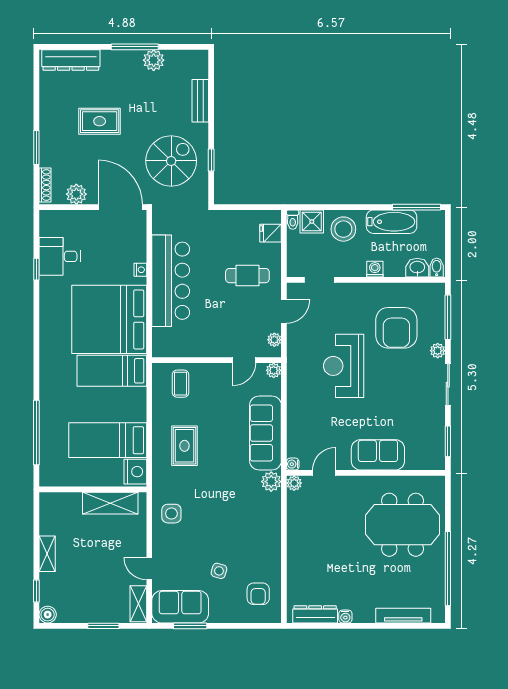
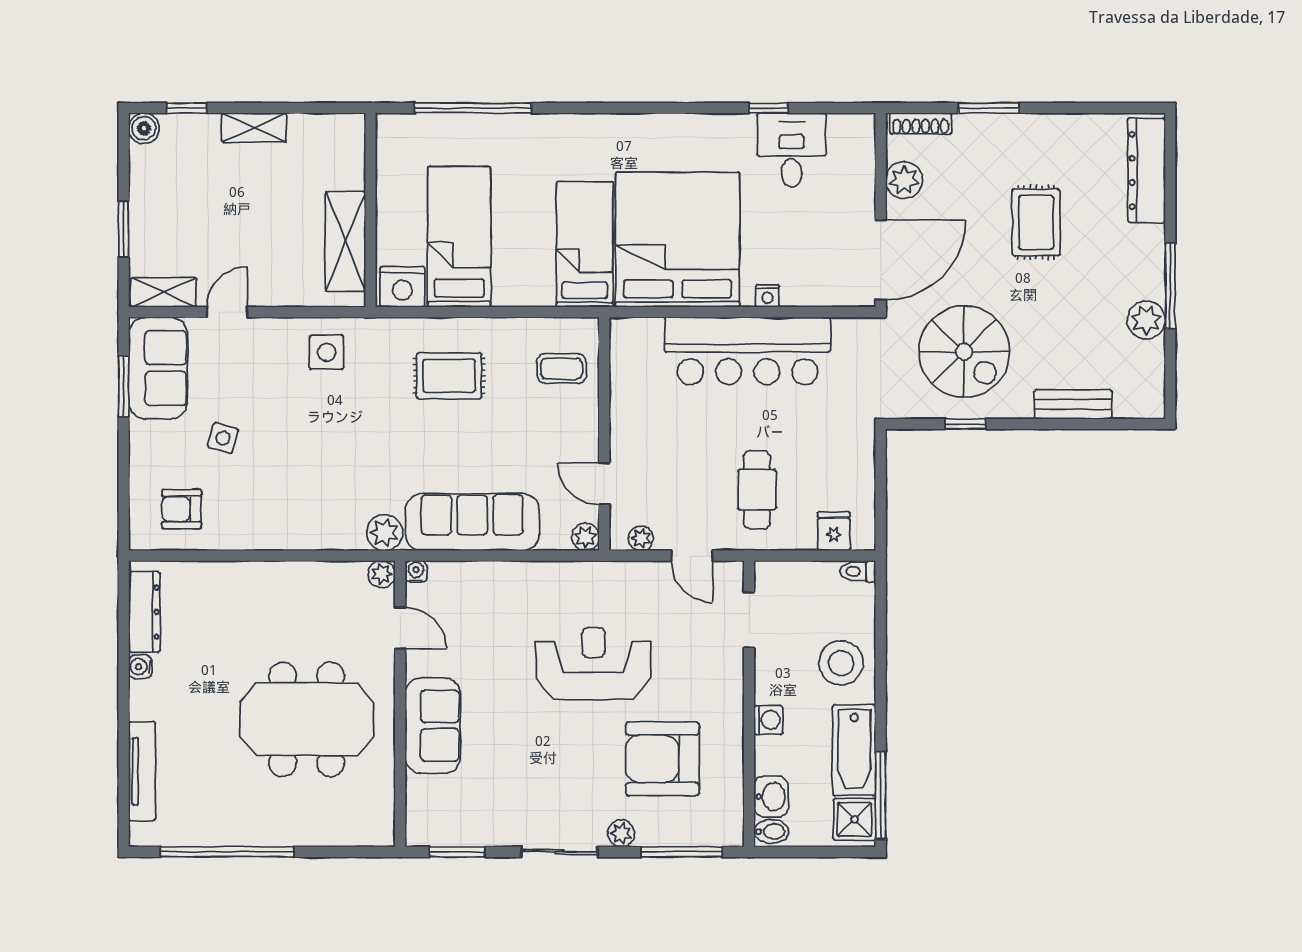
shower: (312, 222) -> (855, 819), moved
meeting table: (403, 525) -> (307, 719), moved, turned 90

